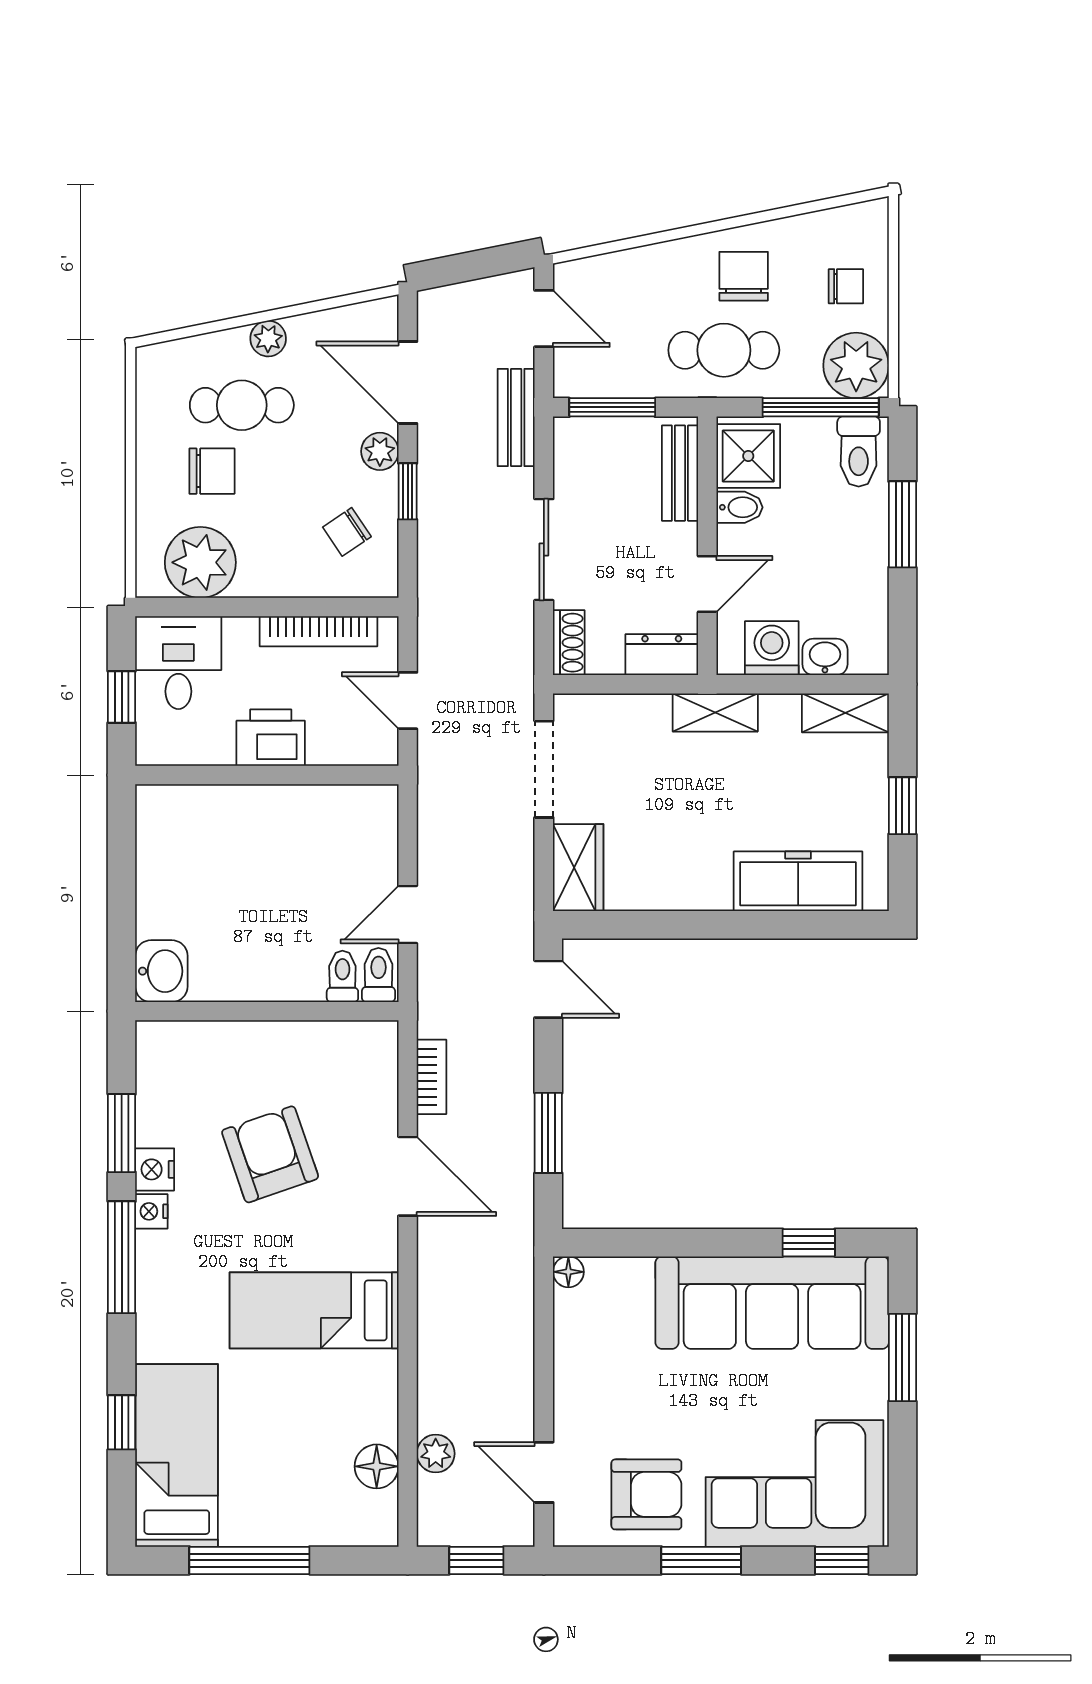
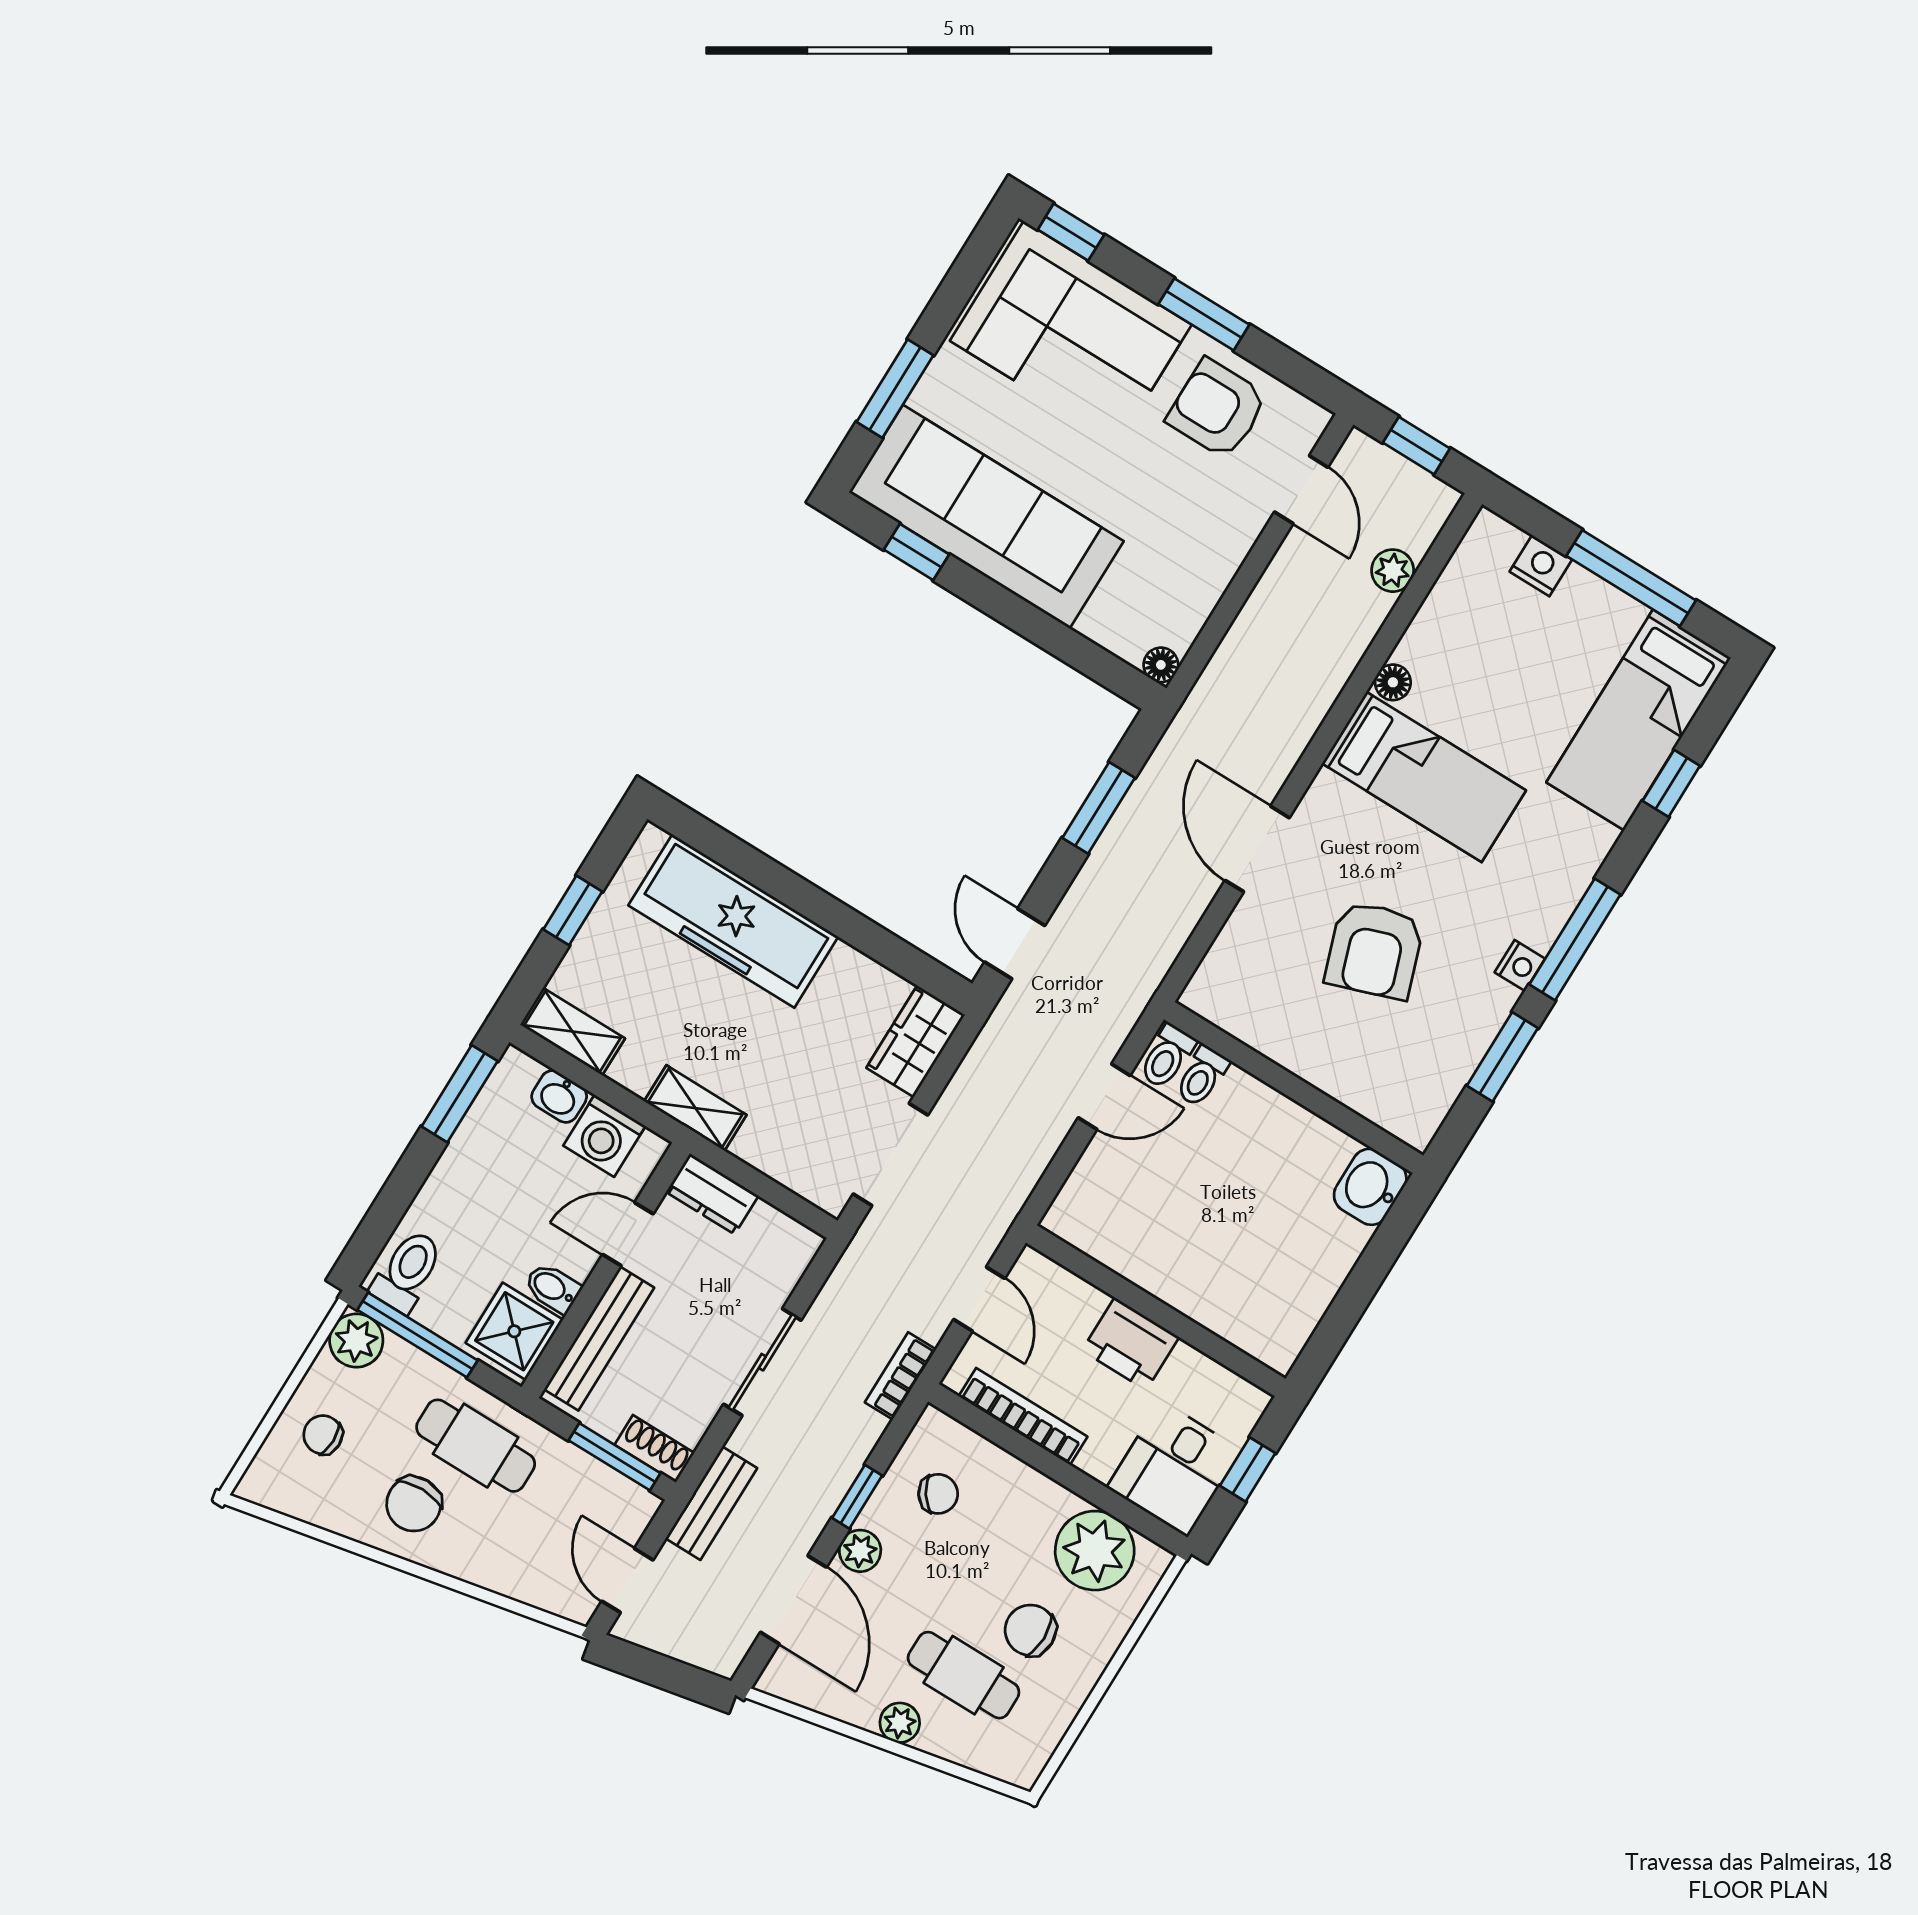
plant: (856, 365) -> (356, 1341), width x0.73, depth x0.73
bench: (680, 473) -> (599, 1339), width x1.36
window: (902, 524) -> (460, 1094), moved
shoe rack: (569, 643) -> (654, 1449), moved, turned 90
freezer: (798, 881) -> (733, 921), width x1.36, depth x1.26
bookcase: (432, 1077) -> (900, 1376), moved
nightstand: (155, 1169) -> (1541, 566), moved, turned -90
floor lamp: (377, 1466) -> (1393, 682), moved, width x0.73, depth x0.73

